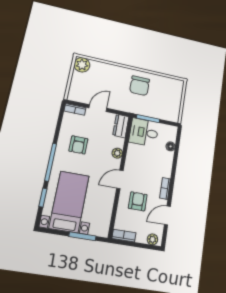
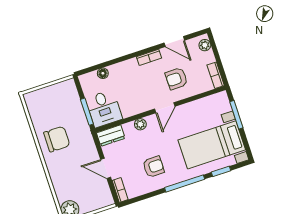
door: (120, 179) -> (165, 108), hinge flipped

